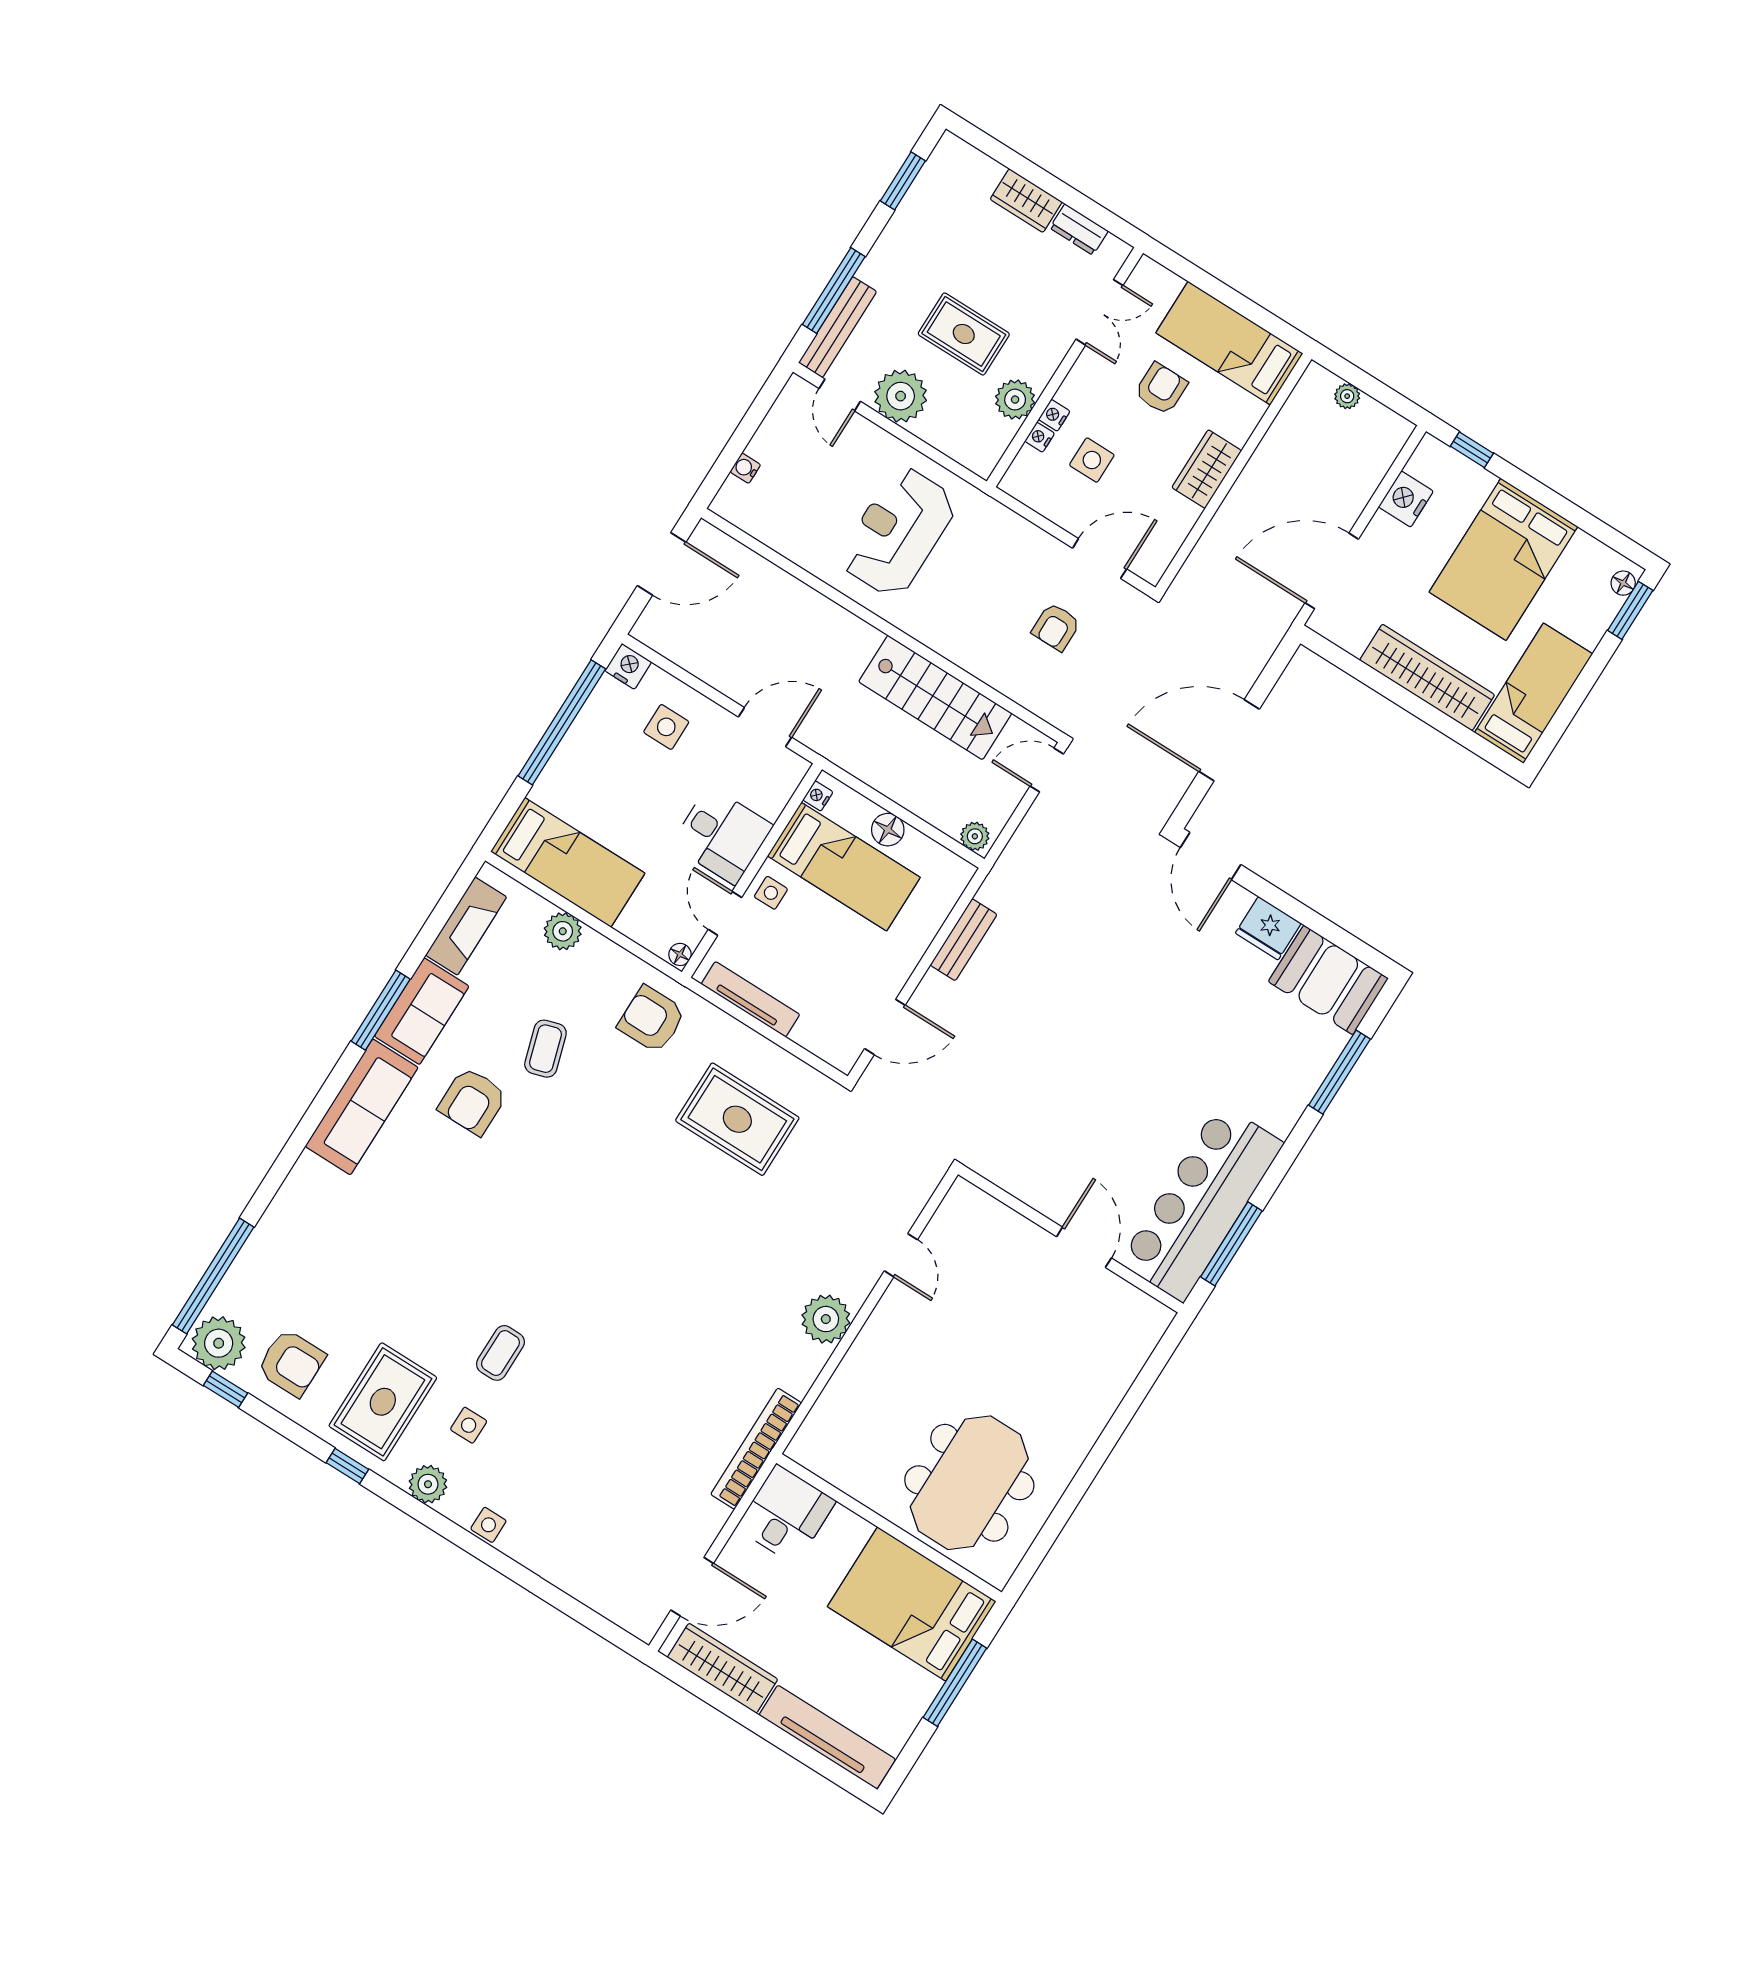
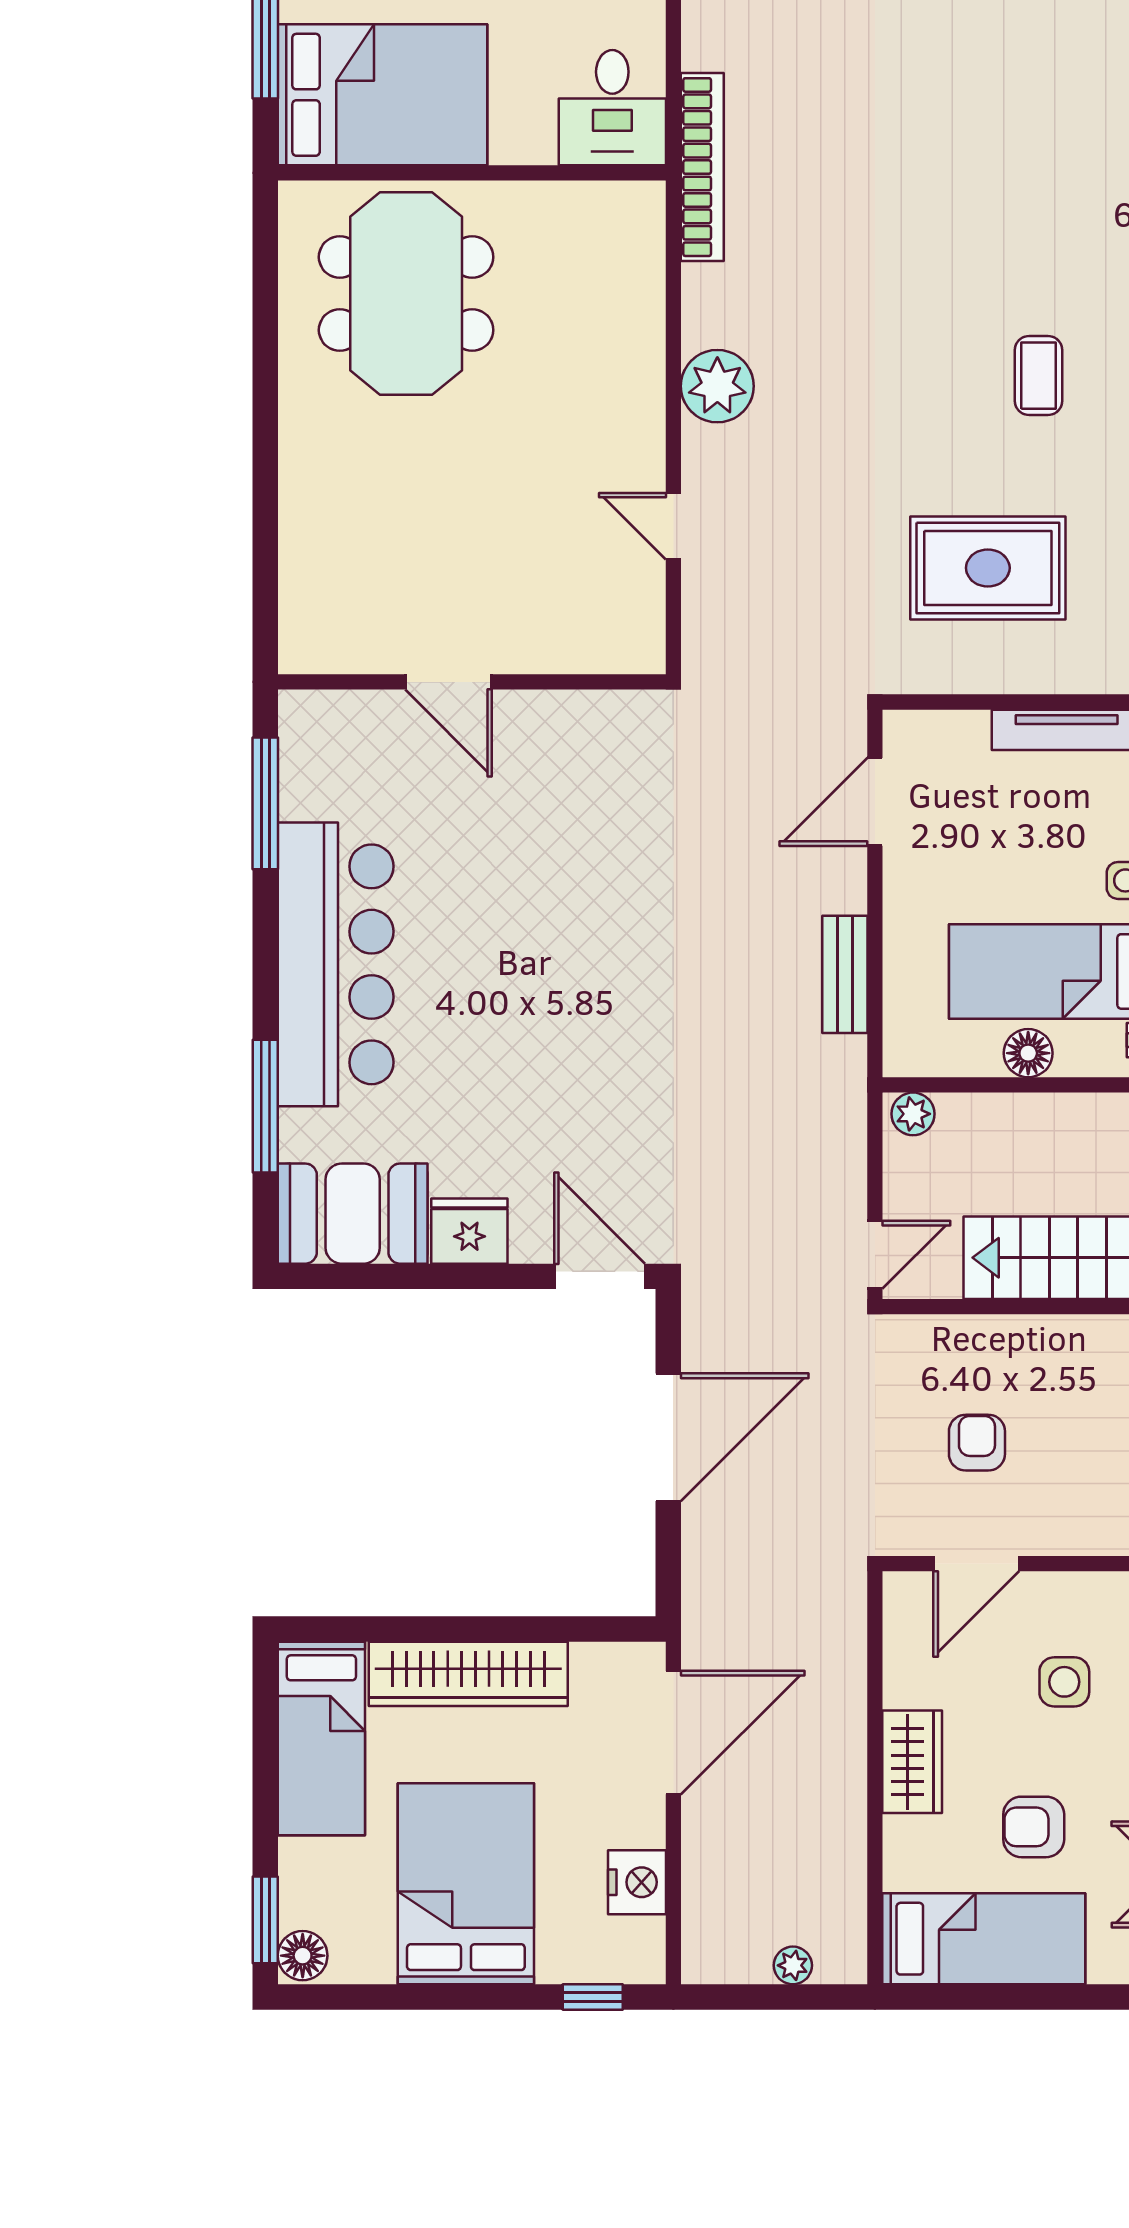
armchair: (1161, 389) -> (1034, 1827), turned 90
floor lamp: (1623, 583) -> (303, 1956), width x1.37, depth x1.37
bar counter: (1201, 1203) -> (336, 964), moved
coffee table: (500, 1353) -> (1038, 376), moved

